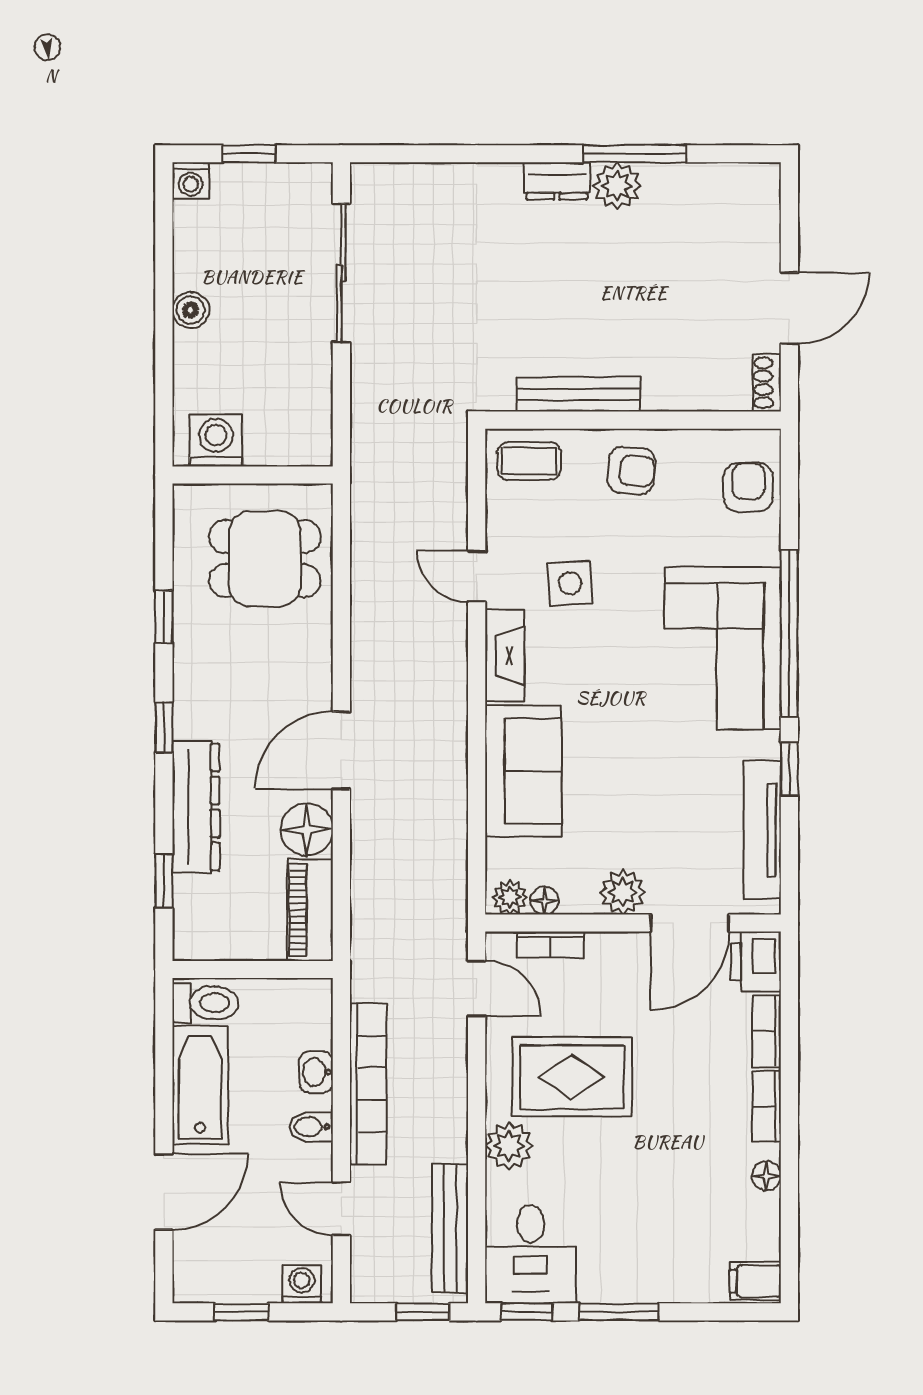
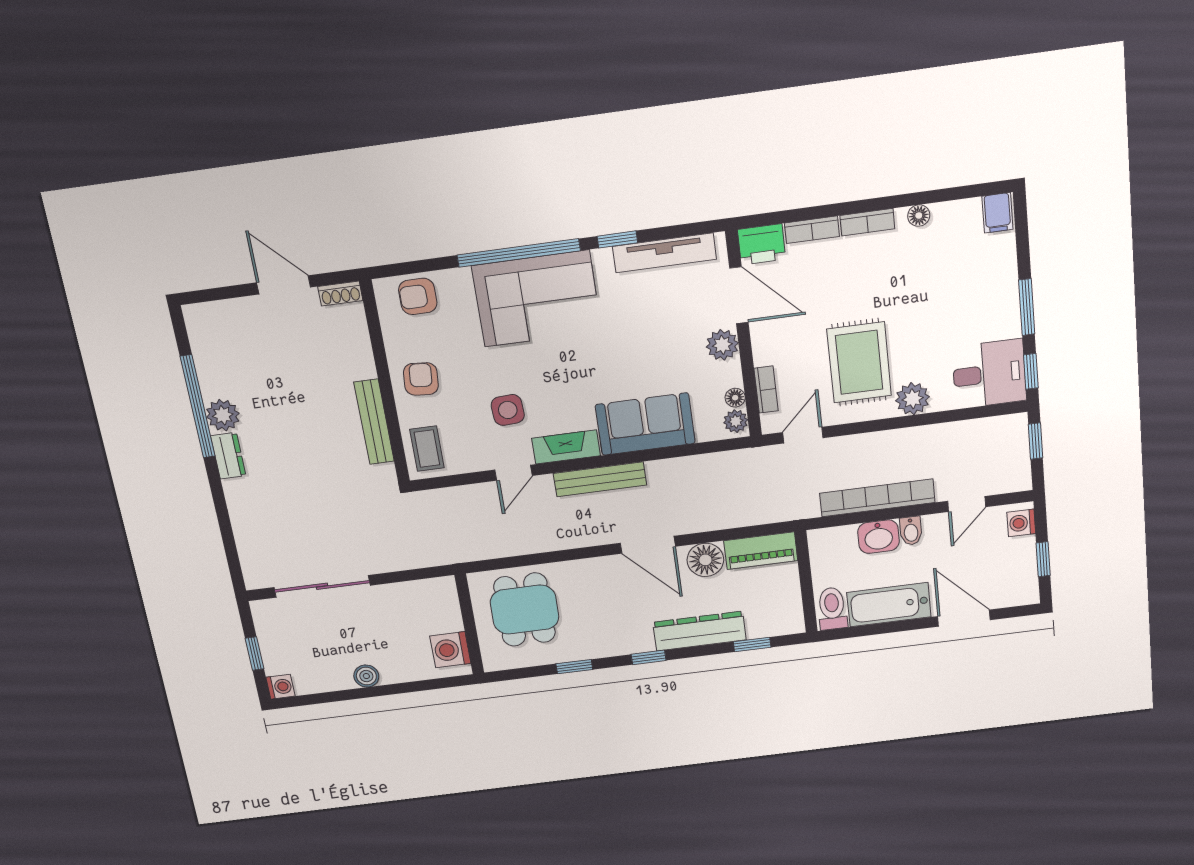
window: (635, 154) -> (198, 406), width x1.46
washbasin: (316, 1072) -> (878, 537), width x1.38, depth x1.45
bench: (450, 1228) -> (600, 479), moved

